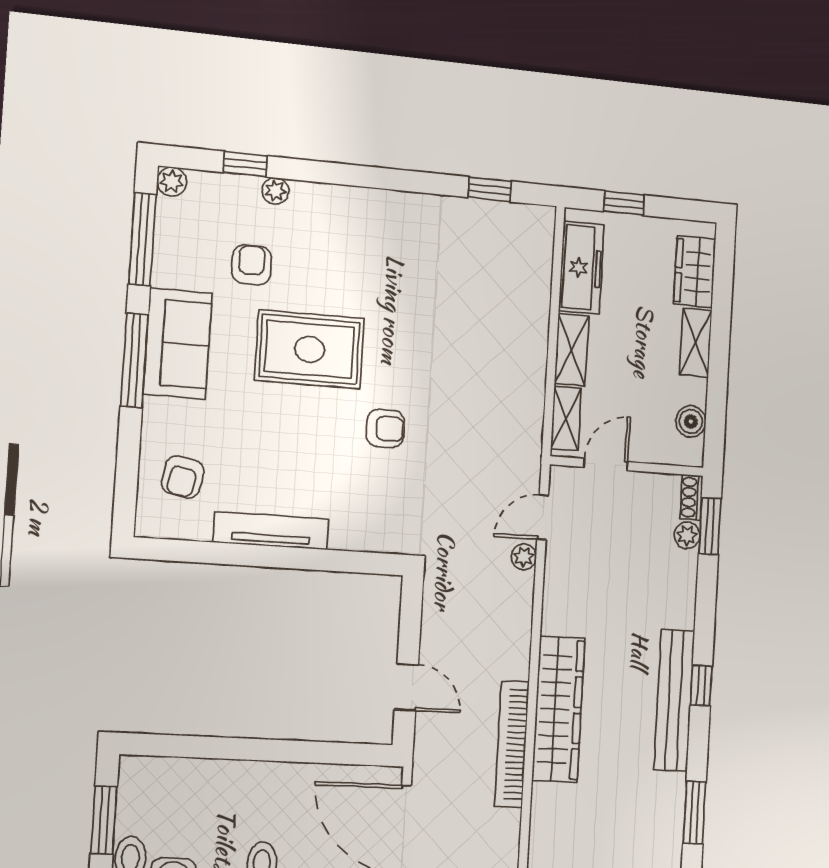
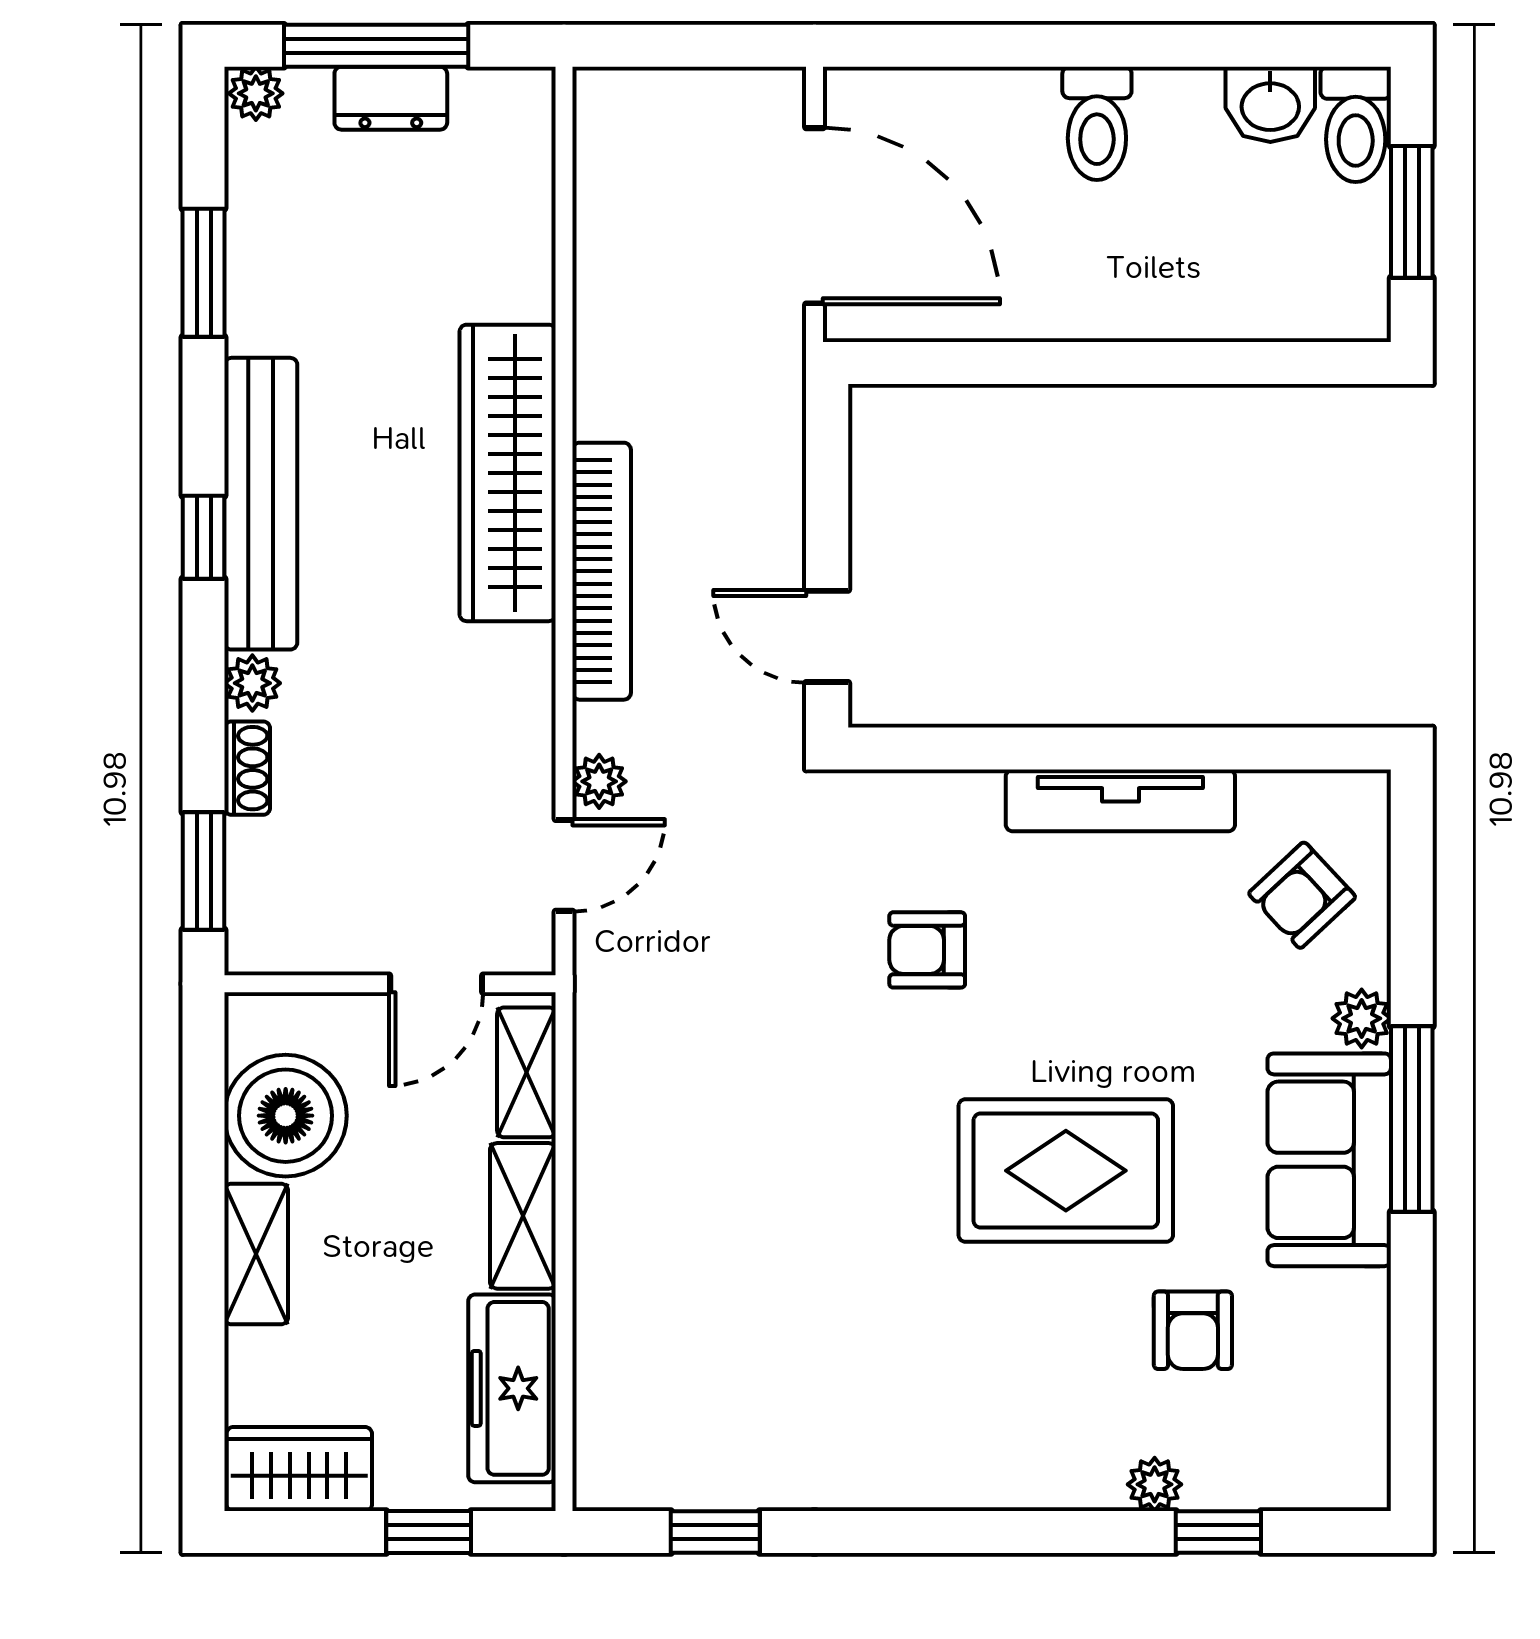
plant: (172, 182) -> (1362, 1018), moved
window: (142, 239) -> (1412, 1361), removed
wardrobe: (695, 272) -> (299, 1469), moved, turned -90
boiler: (691, 421) -> (286, 1116), width x1.86, depth x1.86
armchair: (385, 428) -> (927, 950), moved
armchair: (183, 477) -> (1302, 895), turned -144
shoe rack: (691, 497) -> (247, 768), moved
plant: (687, 535) -> (252, 683), moved
door: (406, 687) -> (827, 636), moved
bookcase: (512, 744) -> (602, 571), moved

